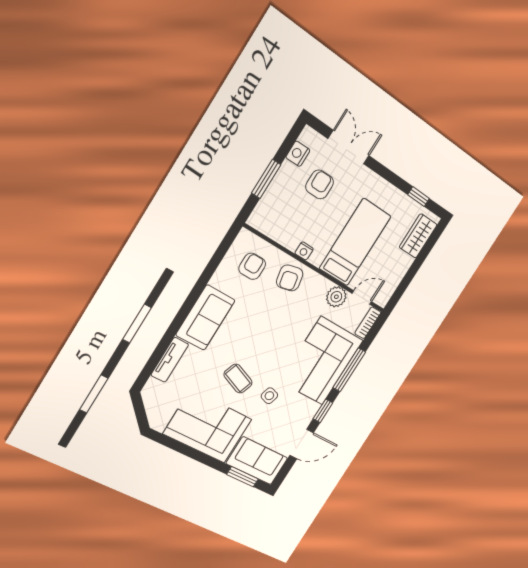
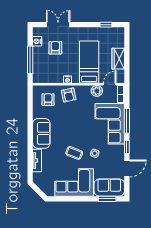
window: (266, 179) -> (30, 60), width x1.44
wardrobe: (418, 236) -> (118, 59), moved

